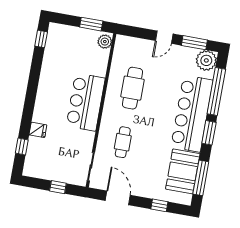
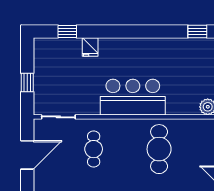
cafe table: (132, 88) -> (159, 149), turned 90
cafe table: (123, 142) -> (94, 149), turned 90

